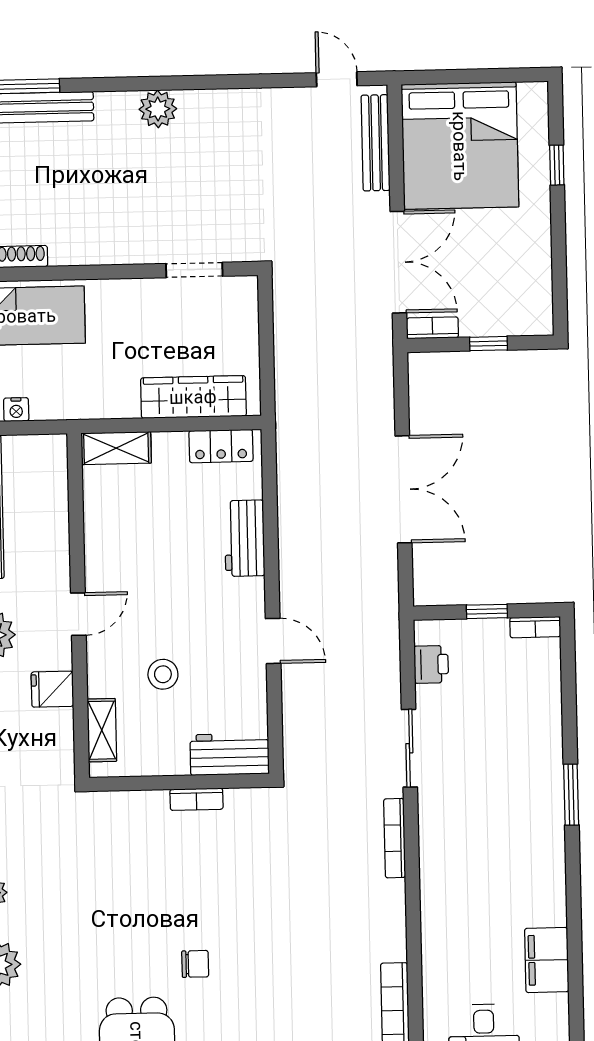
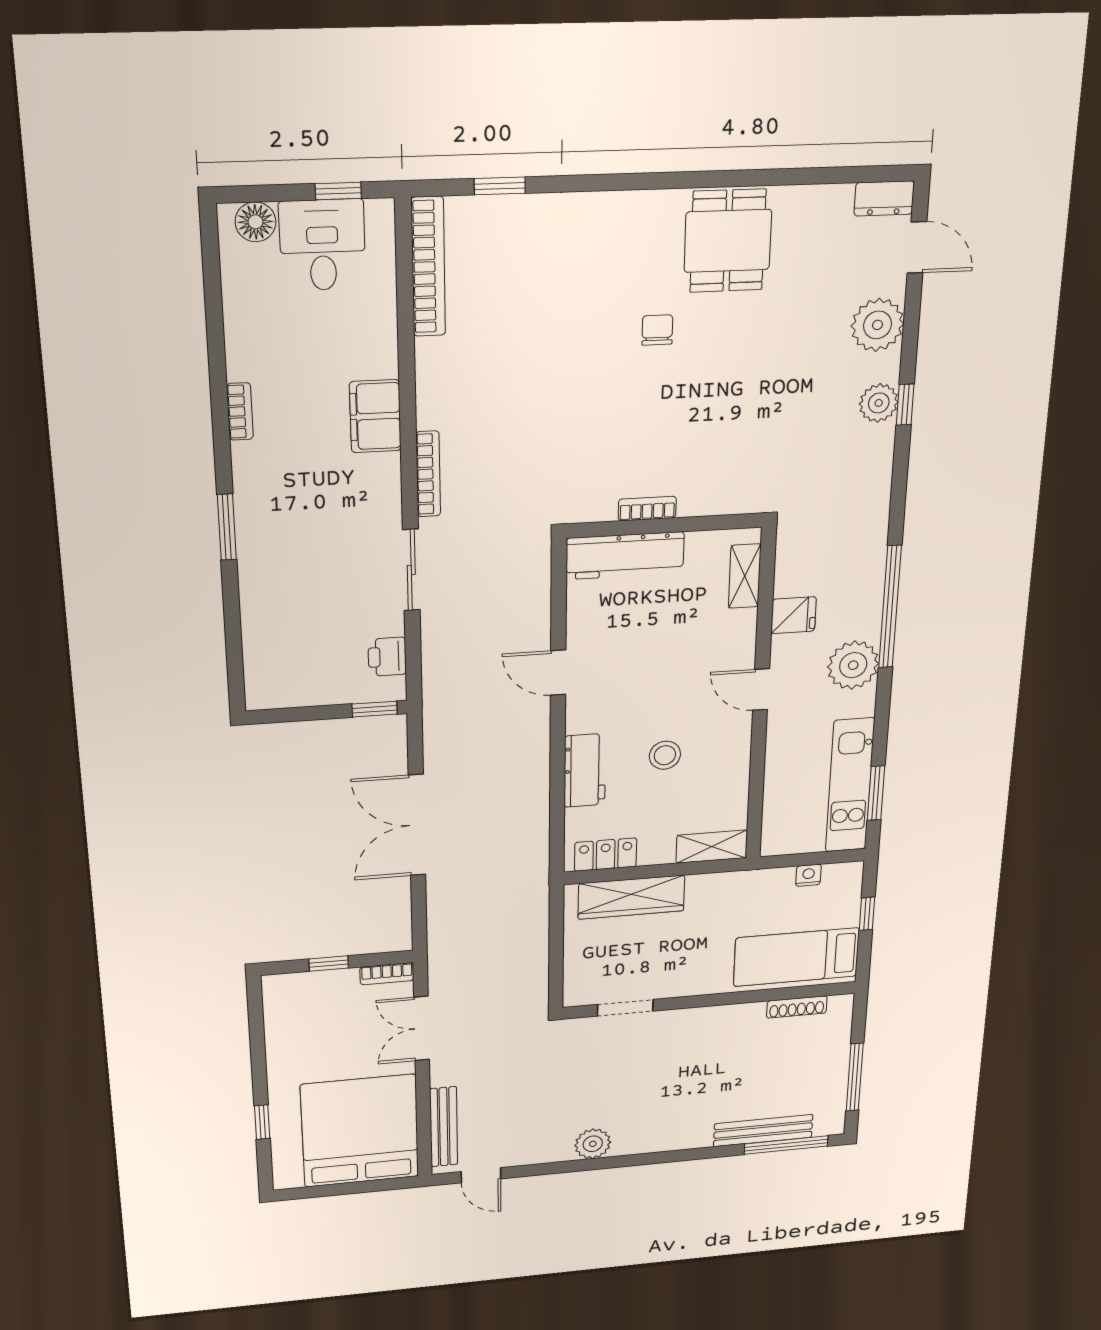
plant: (158, 109) -> (593, 1144), moved
double door: (398, 262) -> (422, 1028), width x0.73
window: (487, 611) -> (375, 709), moved
door: (78, 614) -> (761, 690), hinge flipped
bookcase: (535, 627) -> (240, 411), moved, turned 90
stool: (163, 674) -> (665, 755), moved
workbench: (230, 754) -> (625, 556), width x1.38
filing cabinet: (547, 960) -> (375, 416), moved, turned 180
chair: (195, 964) -> (657, 330), turned 90

